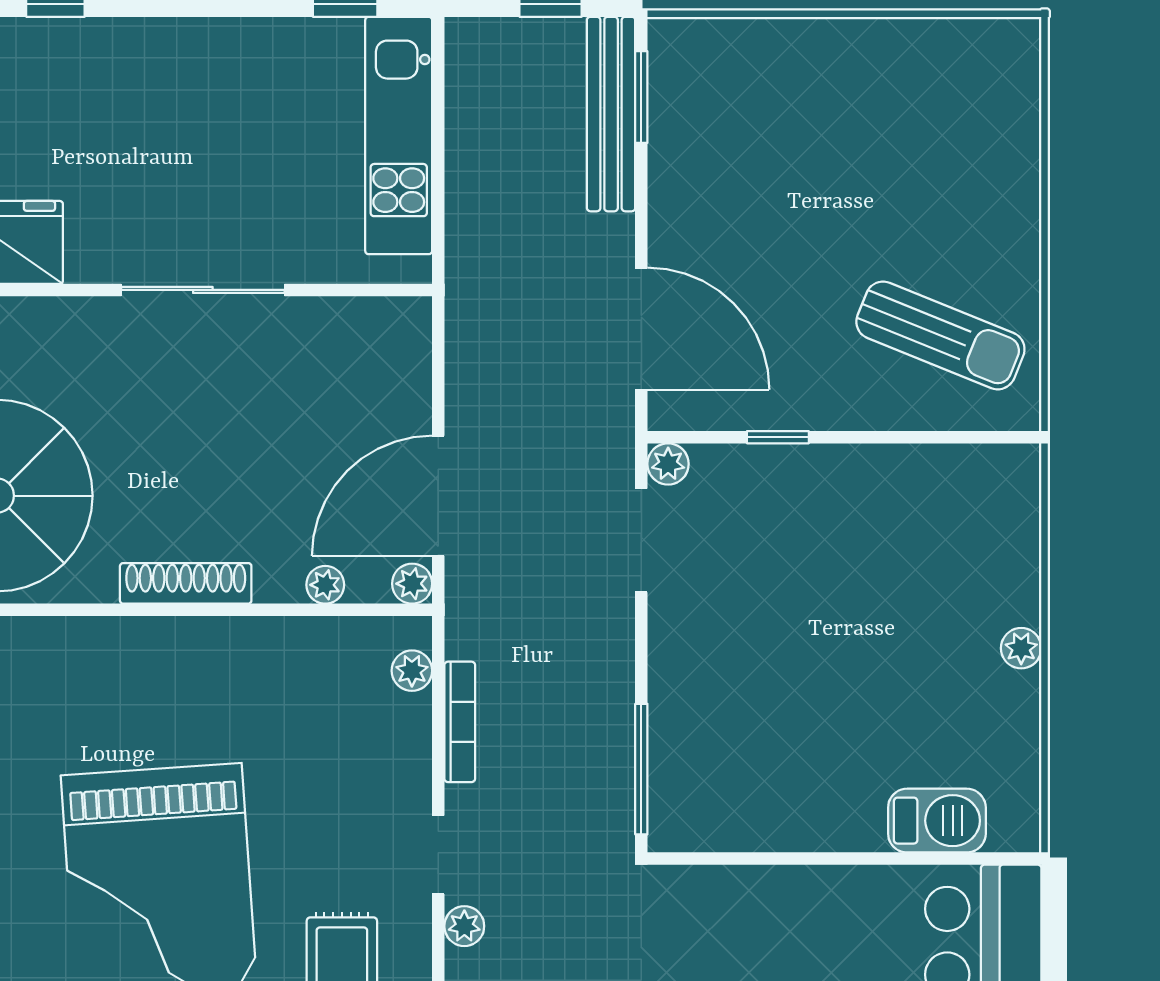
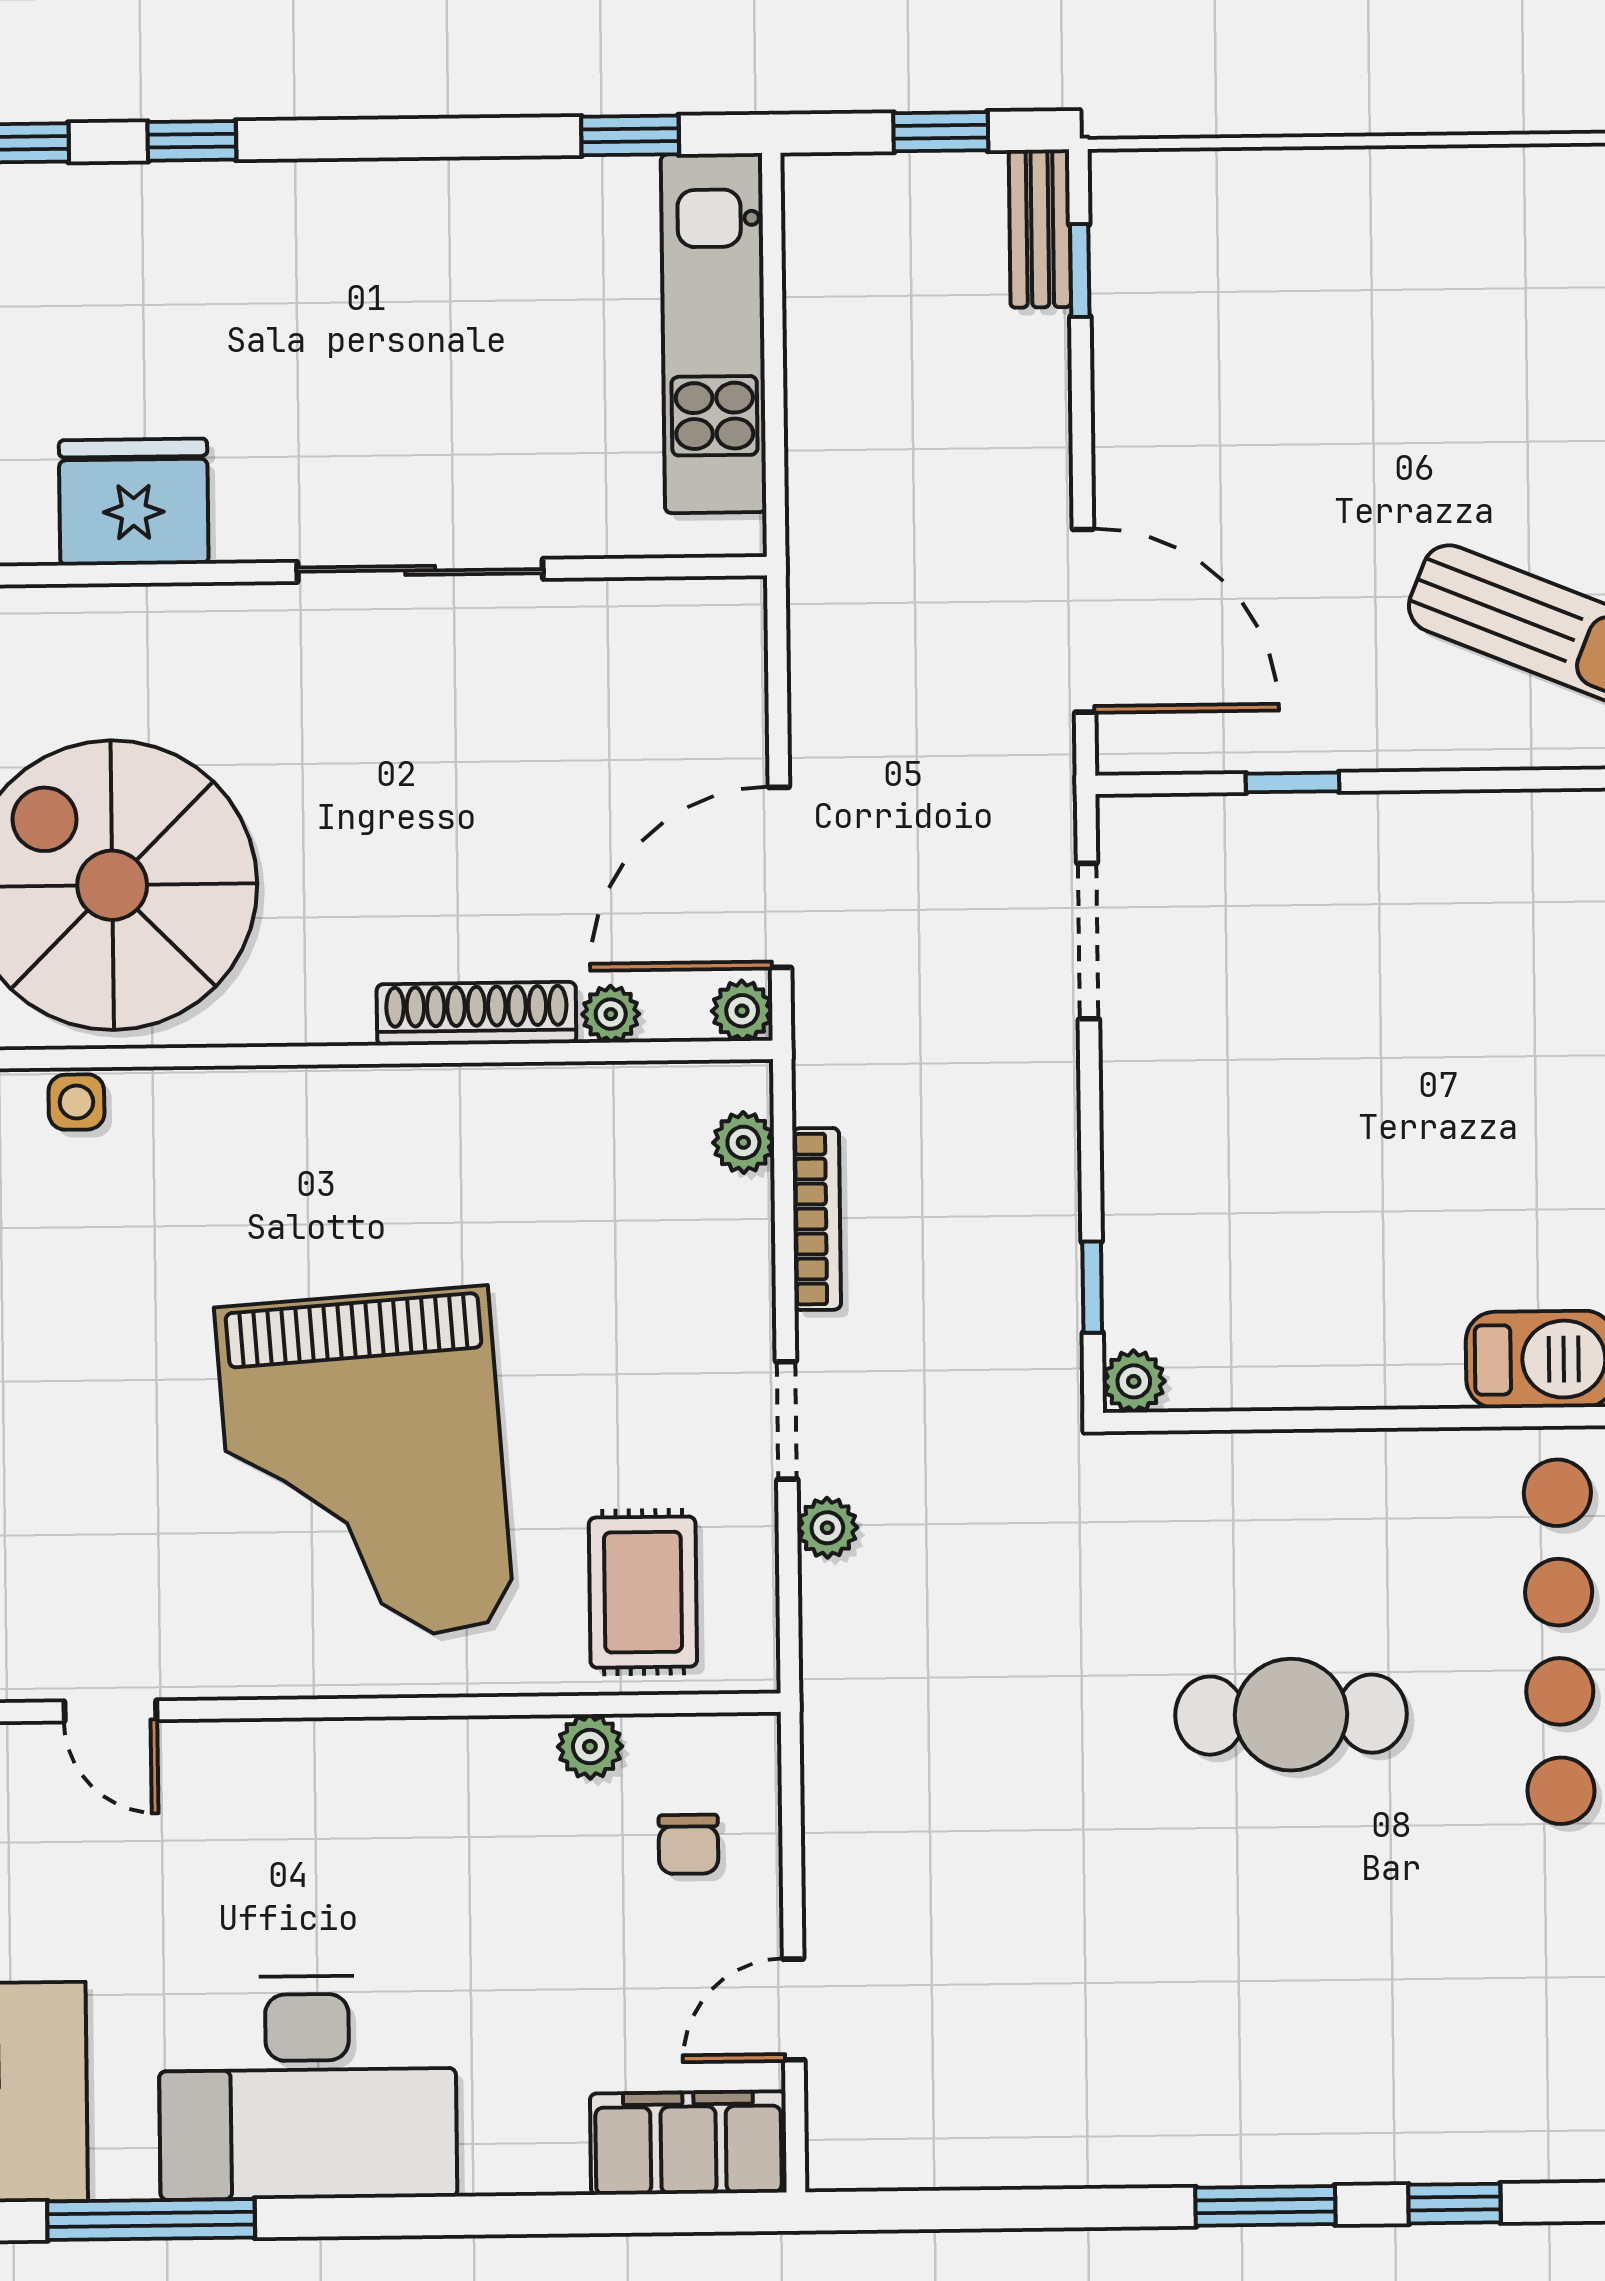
window: (641, 97) -> (1080, 271), width x0.67
bench: (611, 114) -> (1040, 229), width x0.54, depth x0.82
plant: (668, 464) -> (1134, 1381), moved
shoe rack: (186, 583) -> (476, 1014), moved
window: (641, 769) -> (1092, 1287), width x0.46

